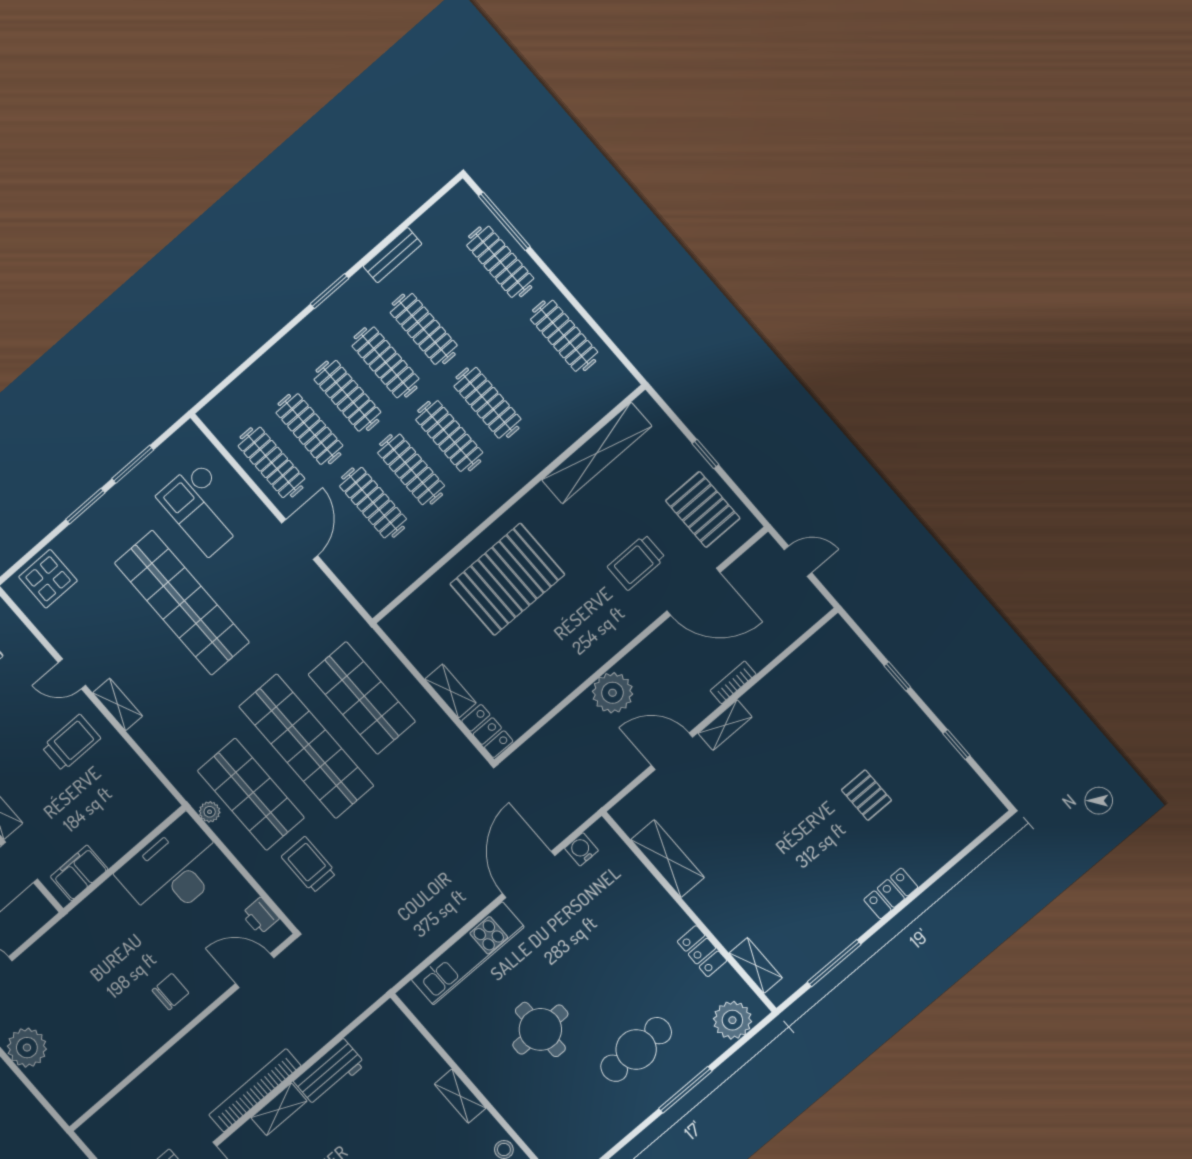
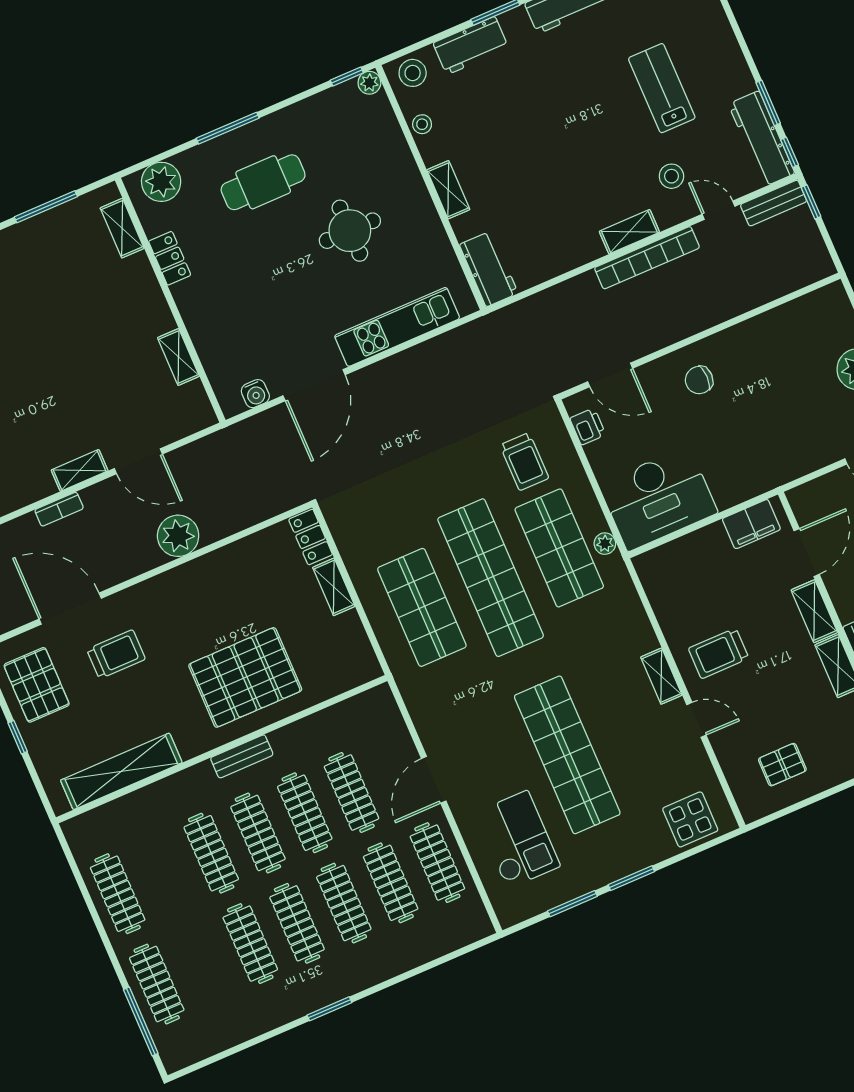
bench: (392, 255) -> (242, 756), moved
shelving: (668, 859) -> (178, 357), width x0.67, depth x0.75
workbench: (329, 1073) -> (489, 269), moved, turned 90

